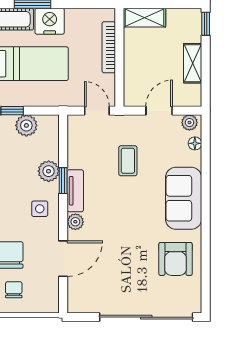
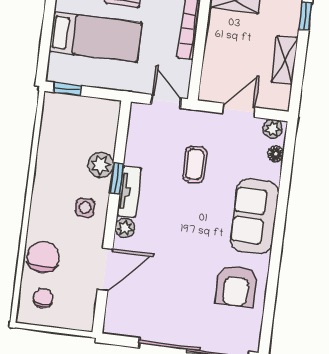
plant: (26, 125) -> (82, 108), removed

